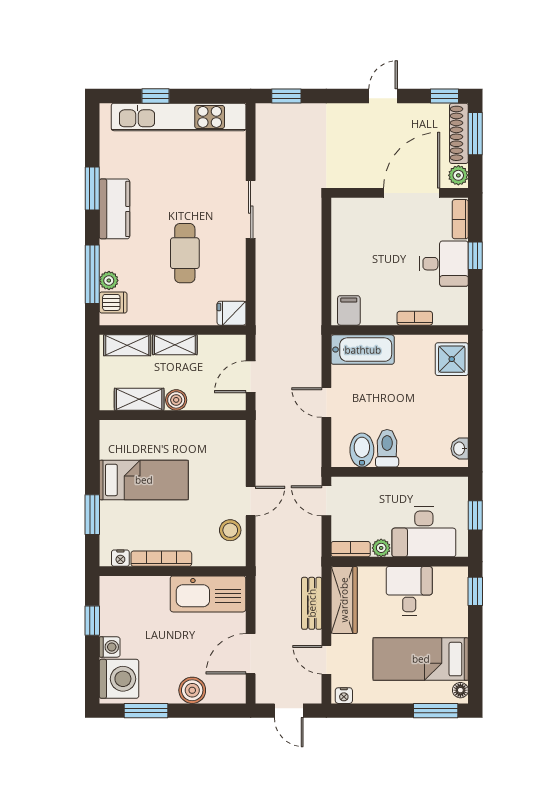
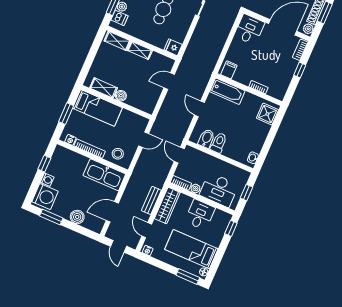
desk: (444, 264) -> (249, 29), moved, turned -90
shelving: (139, 399) -> (104, 88), moved
boiler: (176, 400) -> (121, 96), moved
wall: (173, 415) -> (116, 102), moved
stool: (230, 530) -> (118, 154), moved

